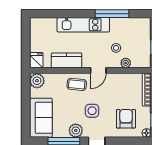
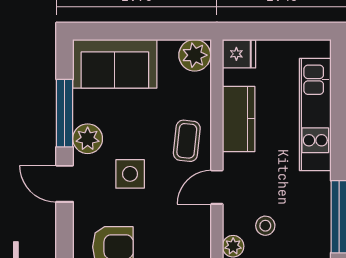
kitchen unit: (83, 25) -> (315, 115), moved
door: (98, 70) -> (217, 187), hinge flipped

